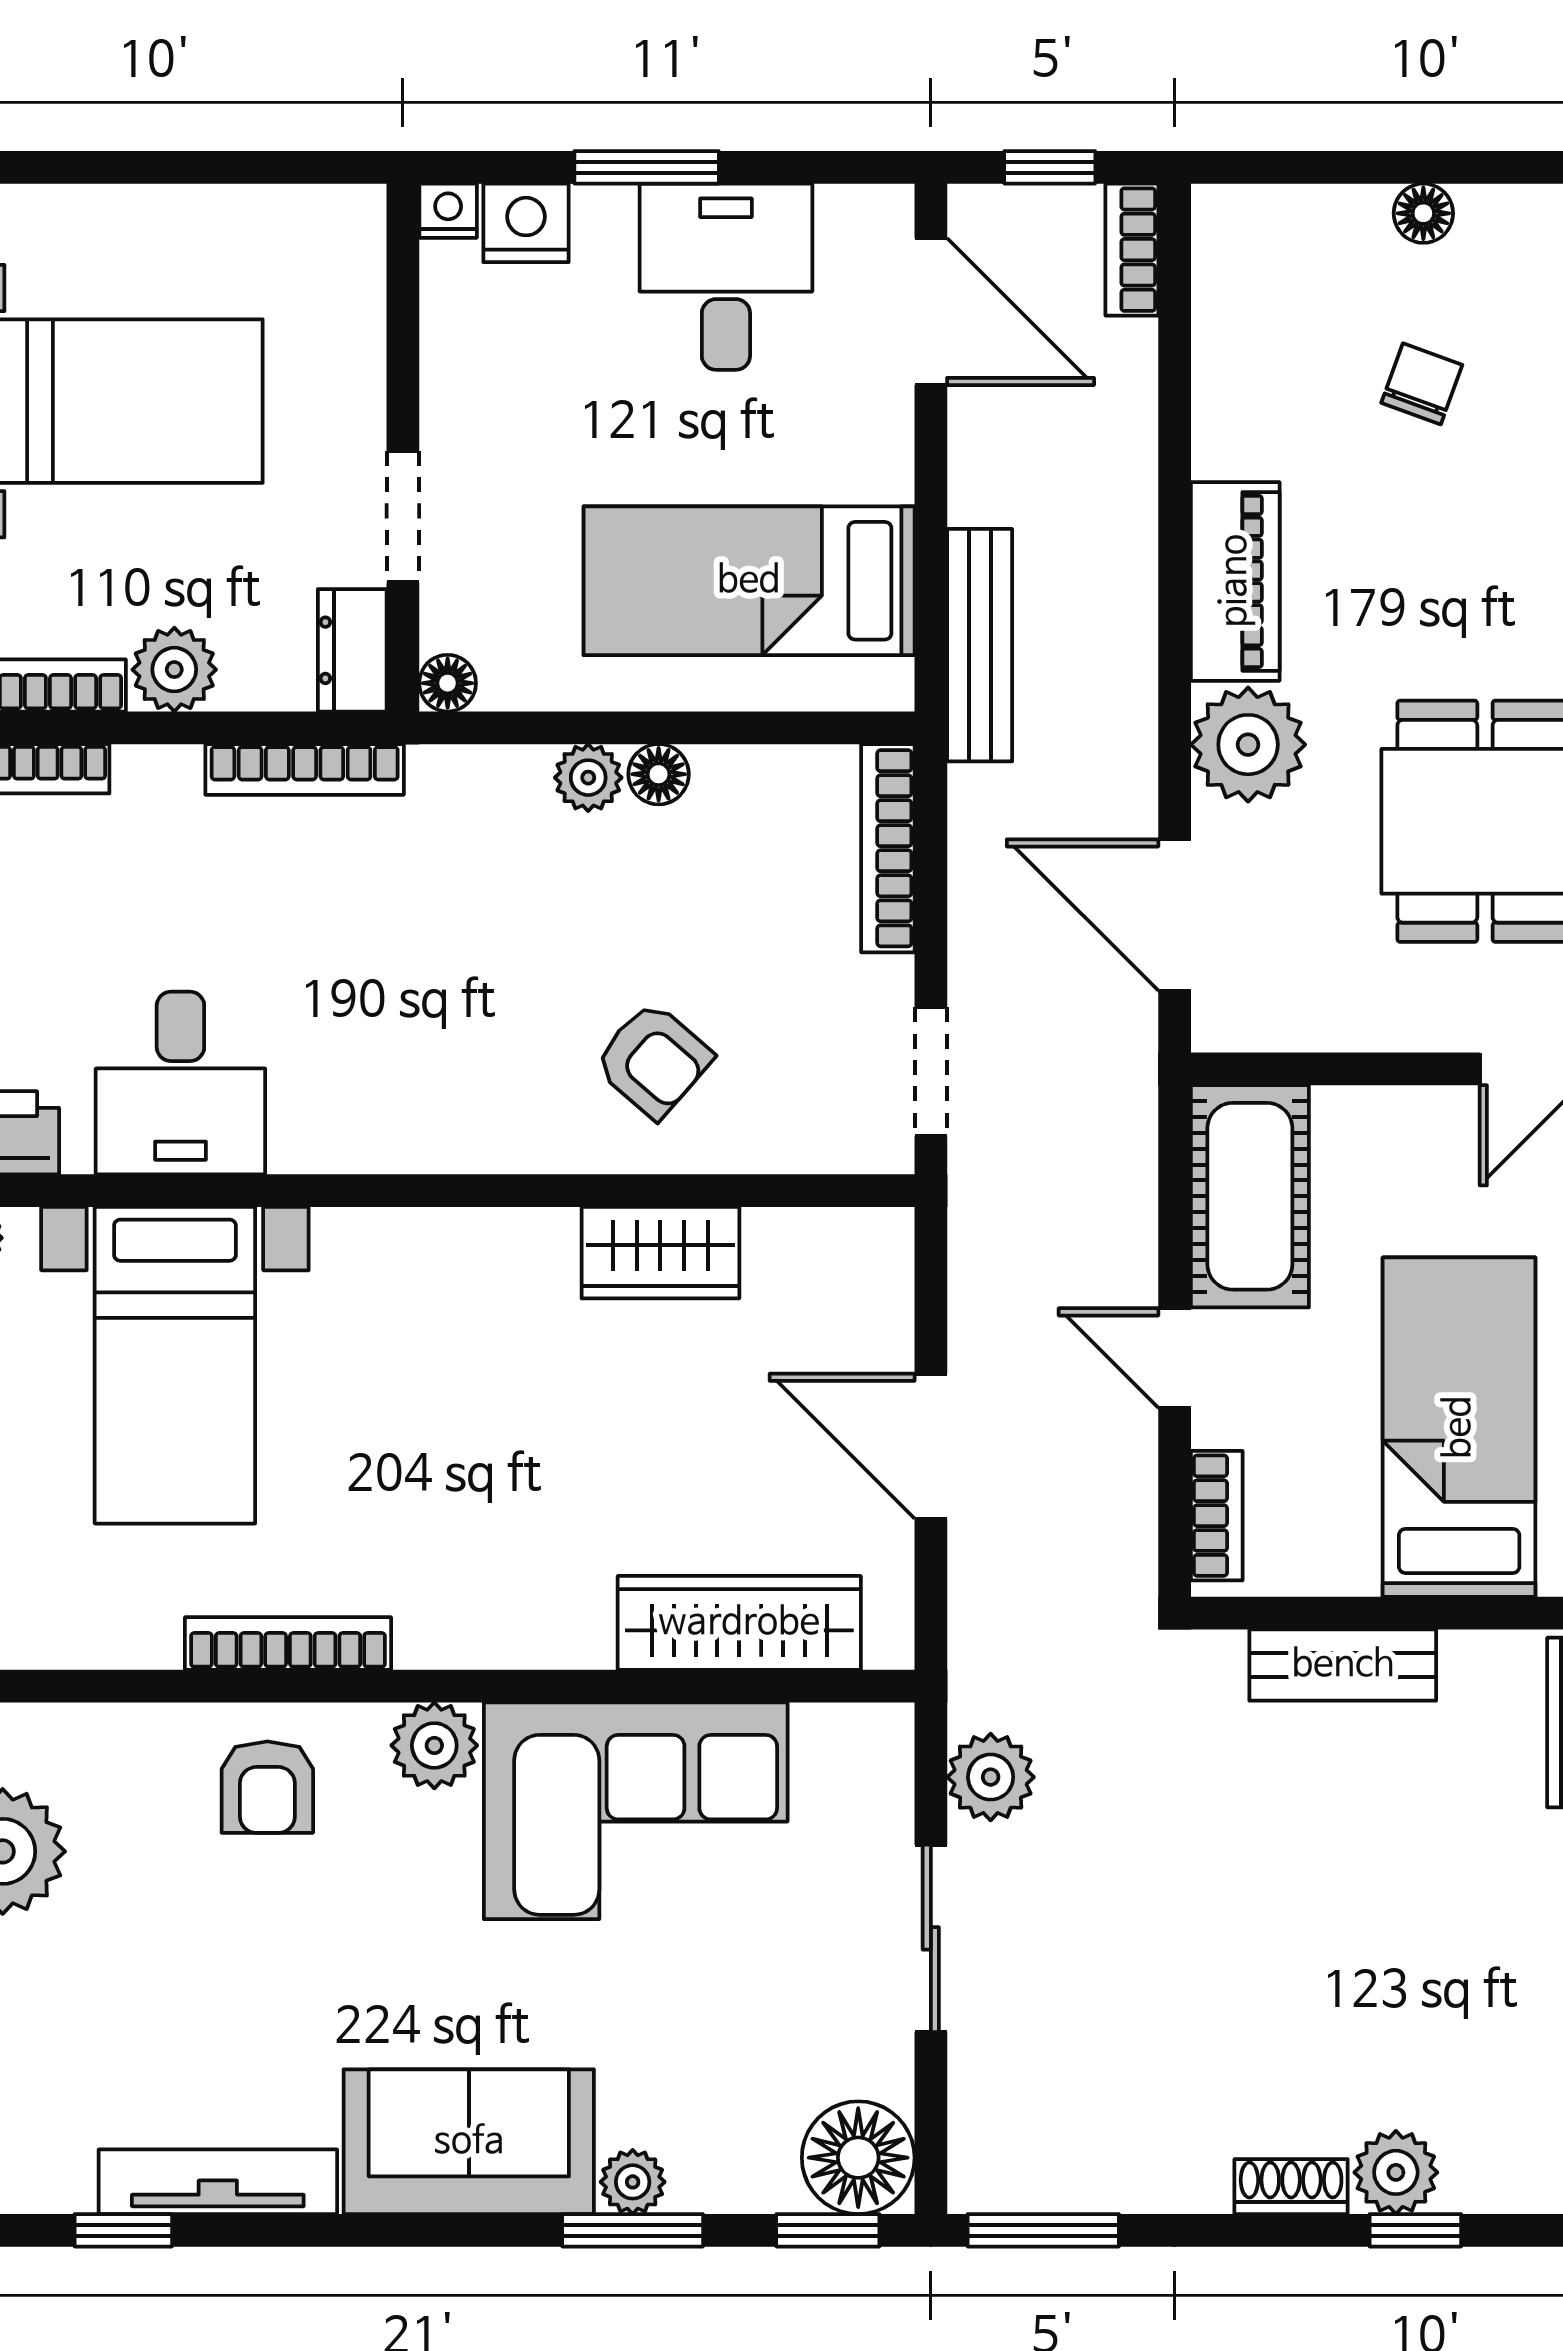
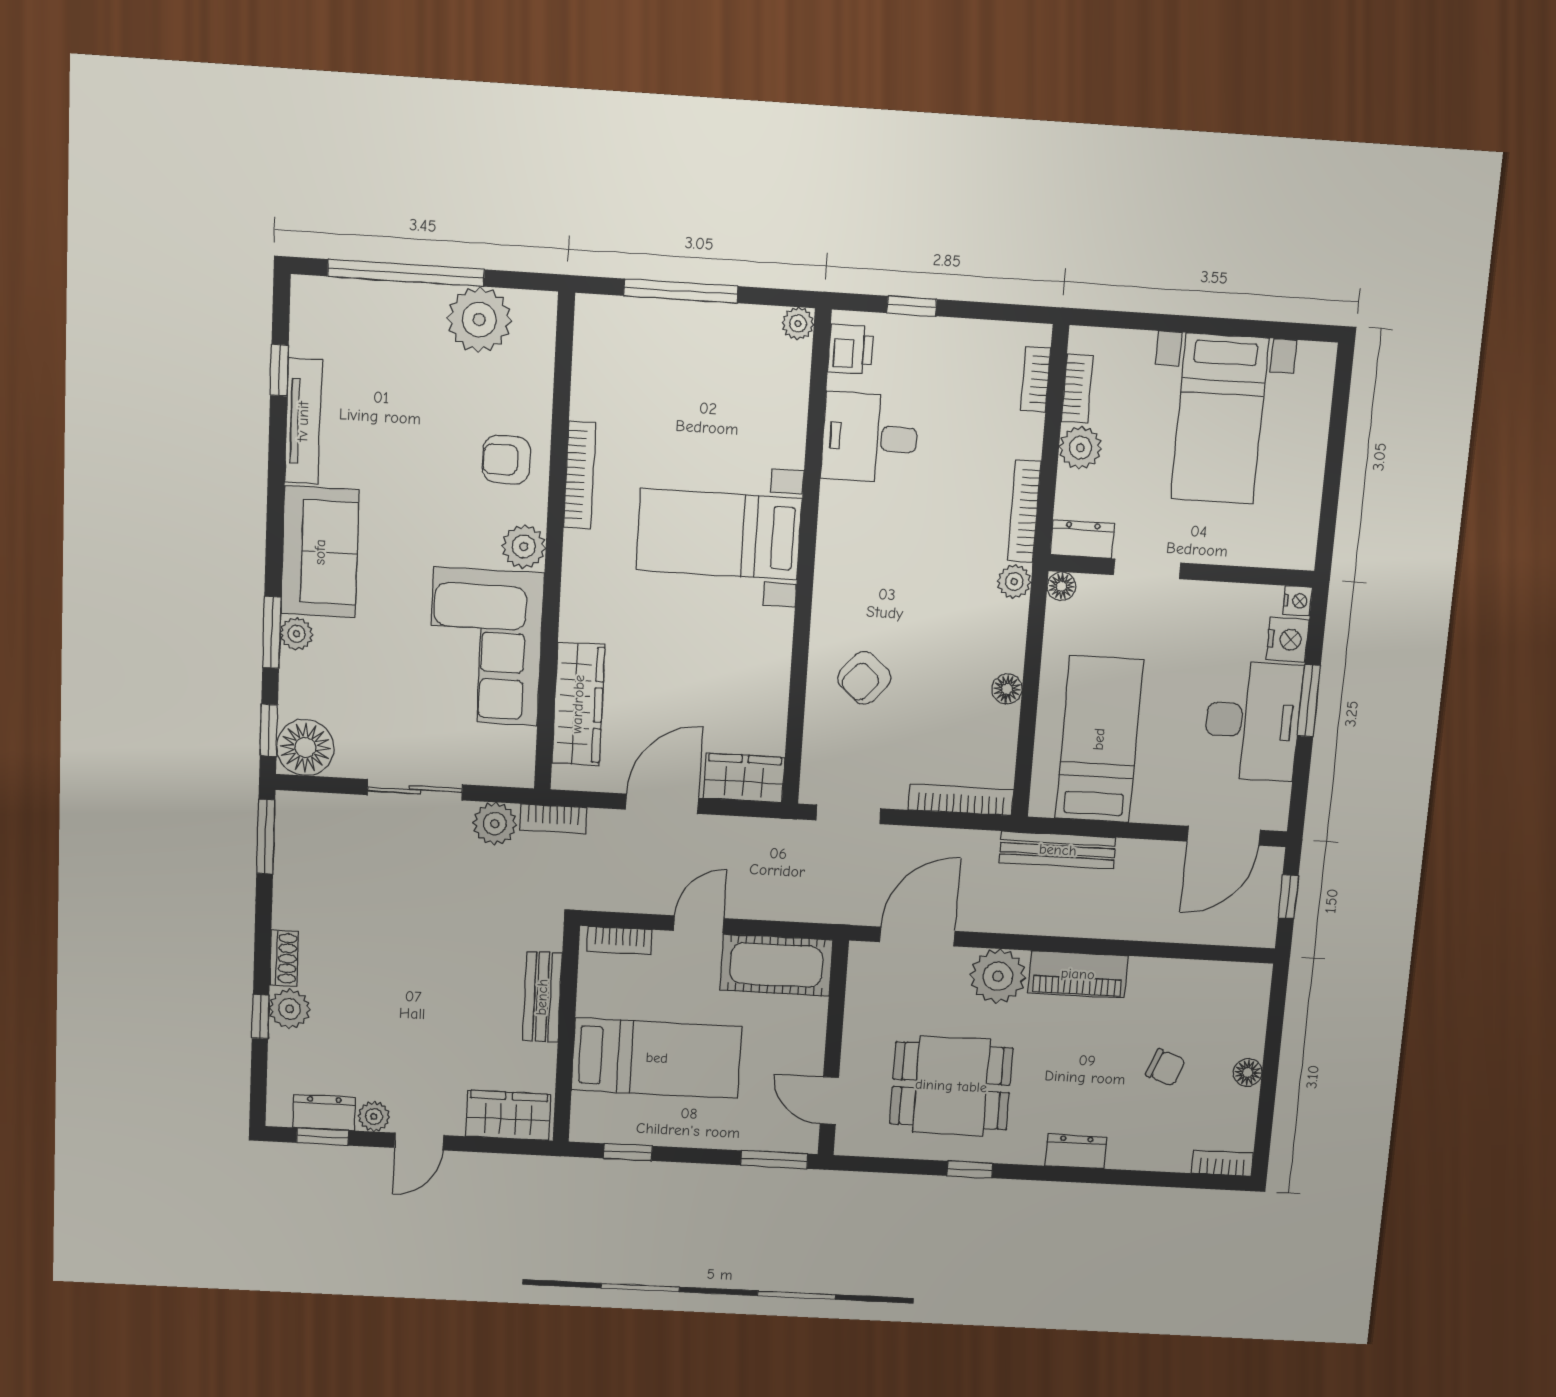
bookcase: (1132, 250) -> (553, 819), moved, turned 180
desk: (726, 277) -> (1252, 721), width x1.37
plant: (588, 778) -> (1014, 582), moved
wardrobe: (660, 1253) -> (744, 778), moved, turned 90
bed with nightstands: (175, 1365) -> (719, 534), moved

